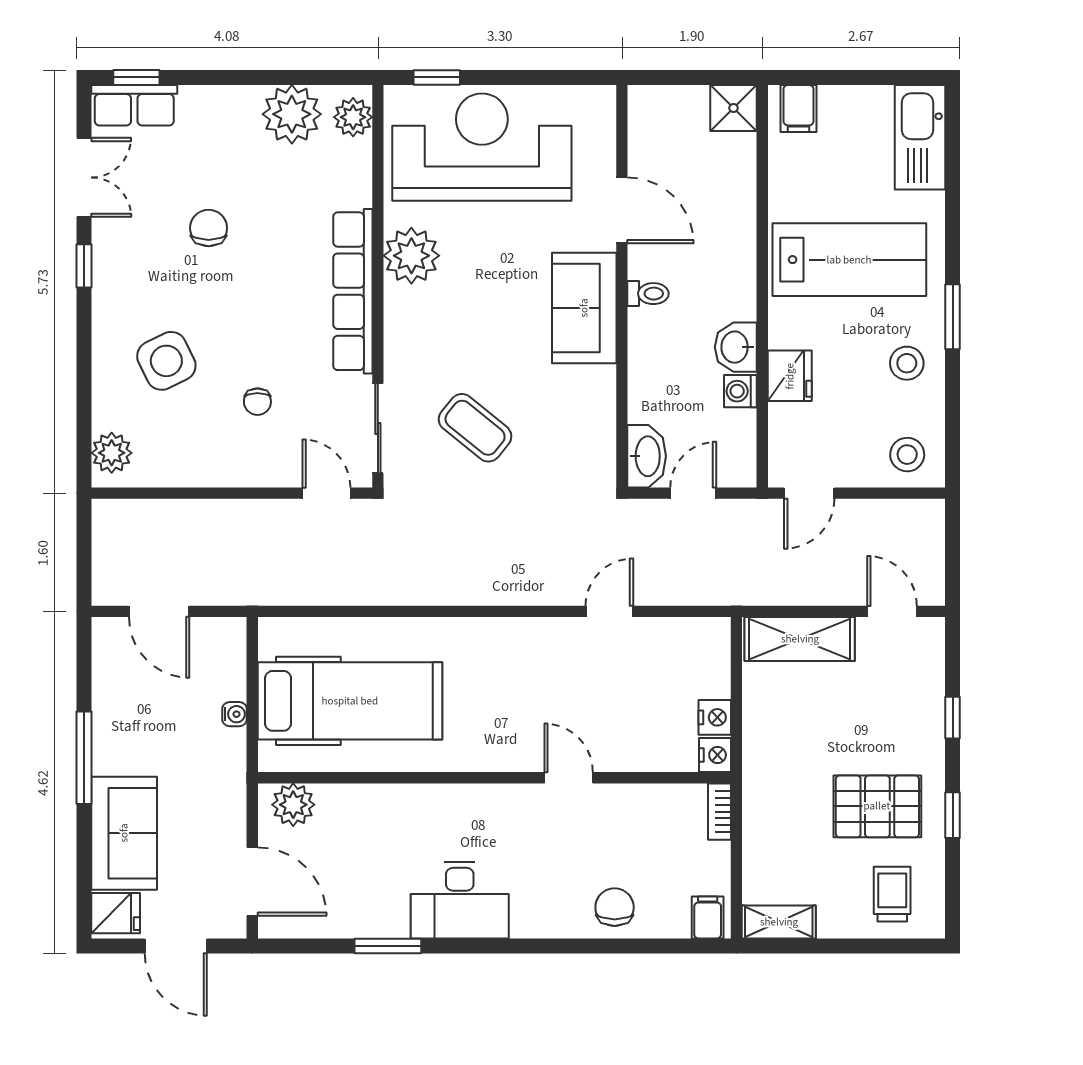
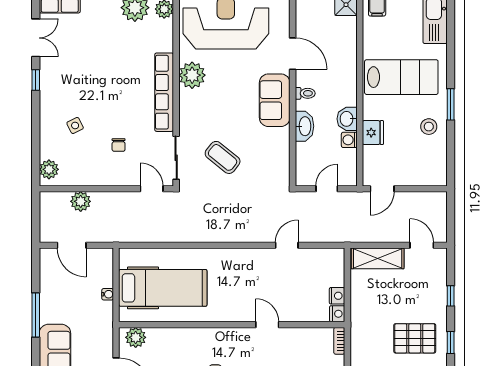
chair: (209, 228) -> (95, 62), removed
side table: (166, 361) -> (75, 125), width x0.54, depth x0.54
stool: (907, 455) -> (429, 170), removed
washbasin: (647, 456) -> (304, 126), moved
plant: (178, 520) -> (81, 201), added

